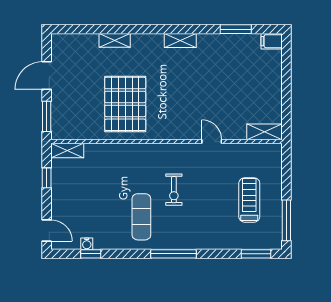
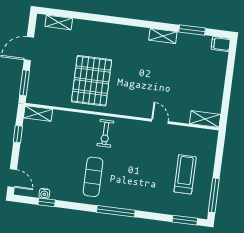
shelving: (115, 40) -> (59, 22), moved
shelving: (180, 40) -> (163, 36), moved
exercise bike: (174, 190) -> (105, 133), moved

